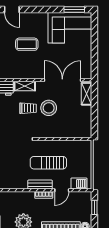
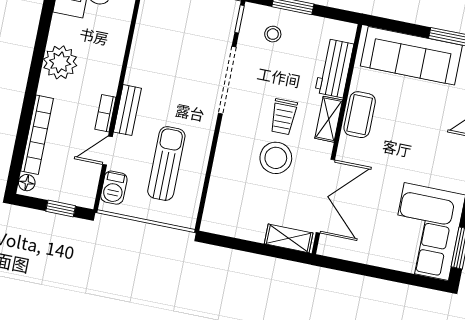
coffee table: (27, 44) -> (360, 115), moved
sun lounger: (48, 163) -> (166, 163), moved
door: (62, 190) -> (107, 151), hinge flipped

